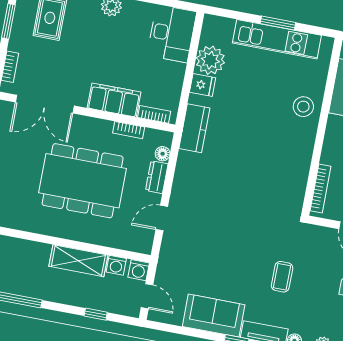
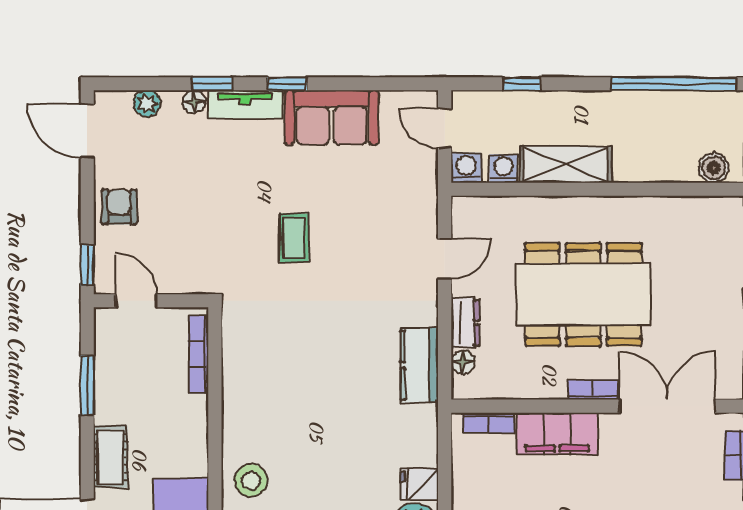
kitchen counter: (194, 128) -> (419, 365), moved
bookcase: (129, 130) -> (593, 390), moved
coffee table: (282, 277) -> (294, 238), moved

